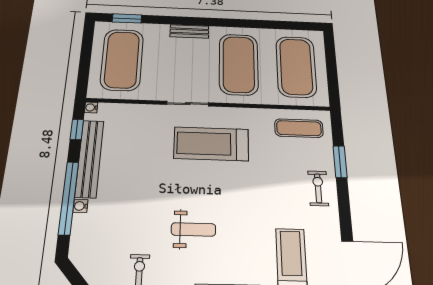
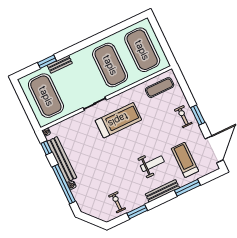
window: (127, 18) -> (47, 62), moved
bench: (189, 31) -> (60, 64), moved
treadmill: (211, 144) -> (118, 120), turned 180
window: (340, 162) -> (198, 115), moved
weight bench: (193, 229) -> (152, 164), moved

